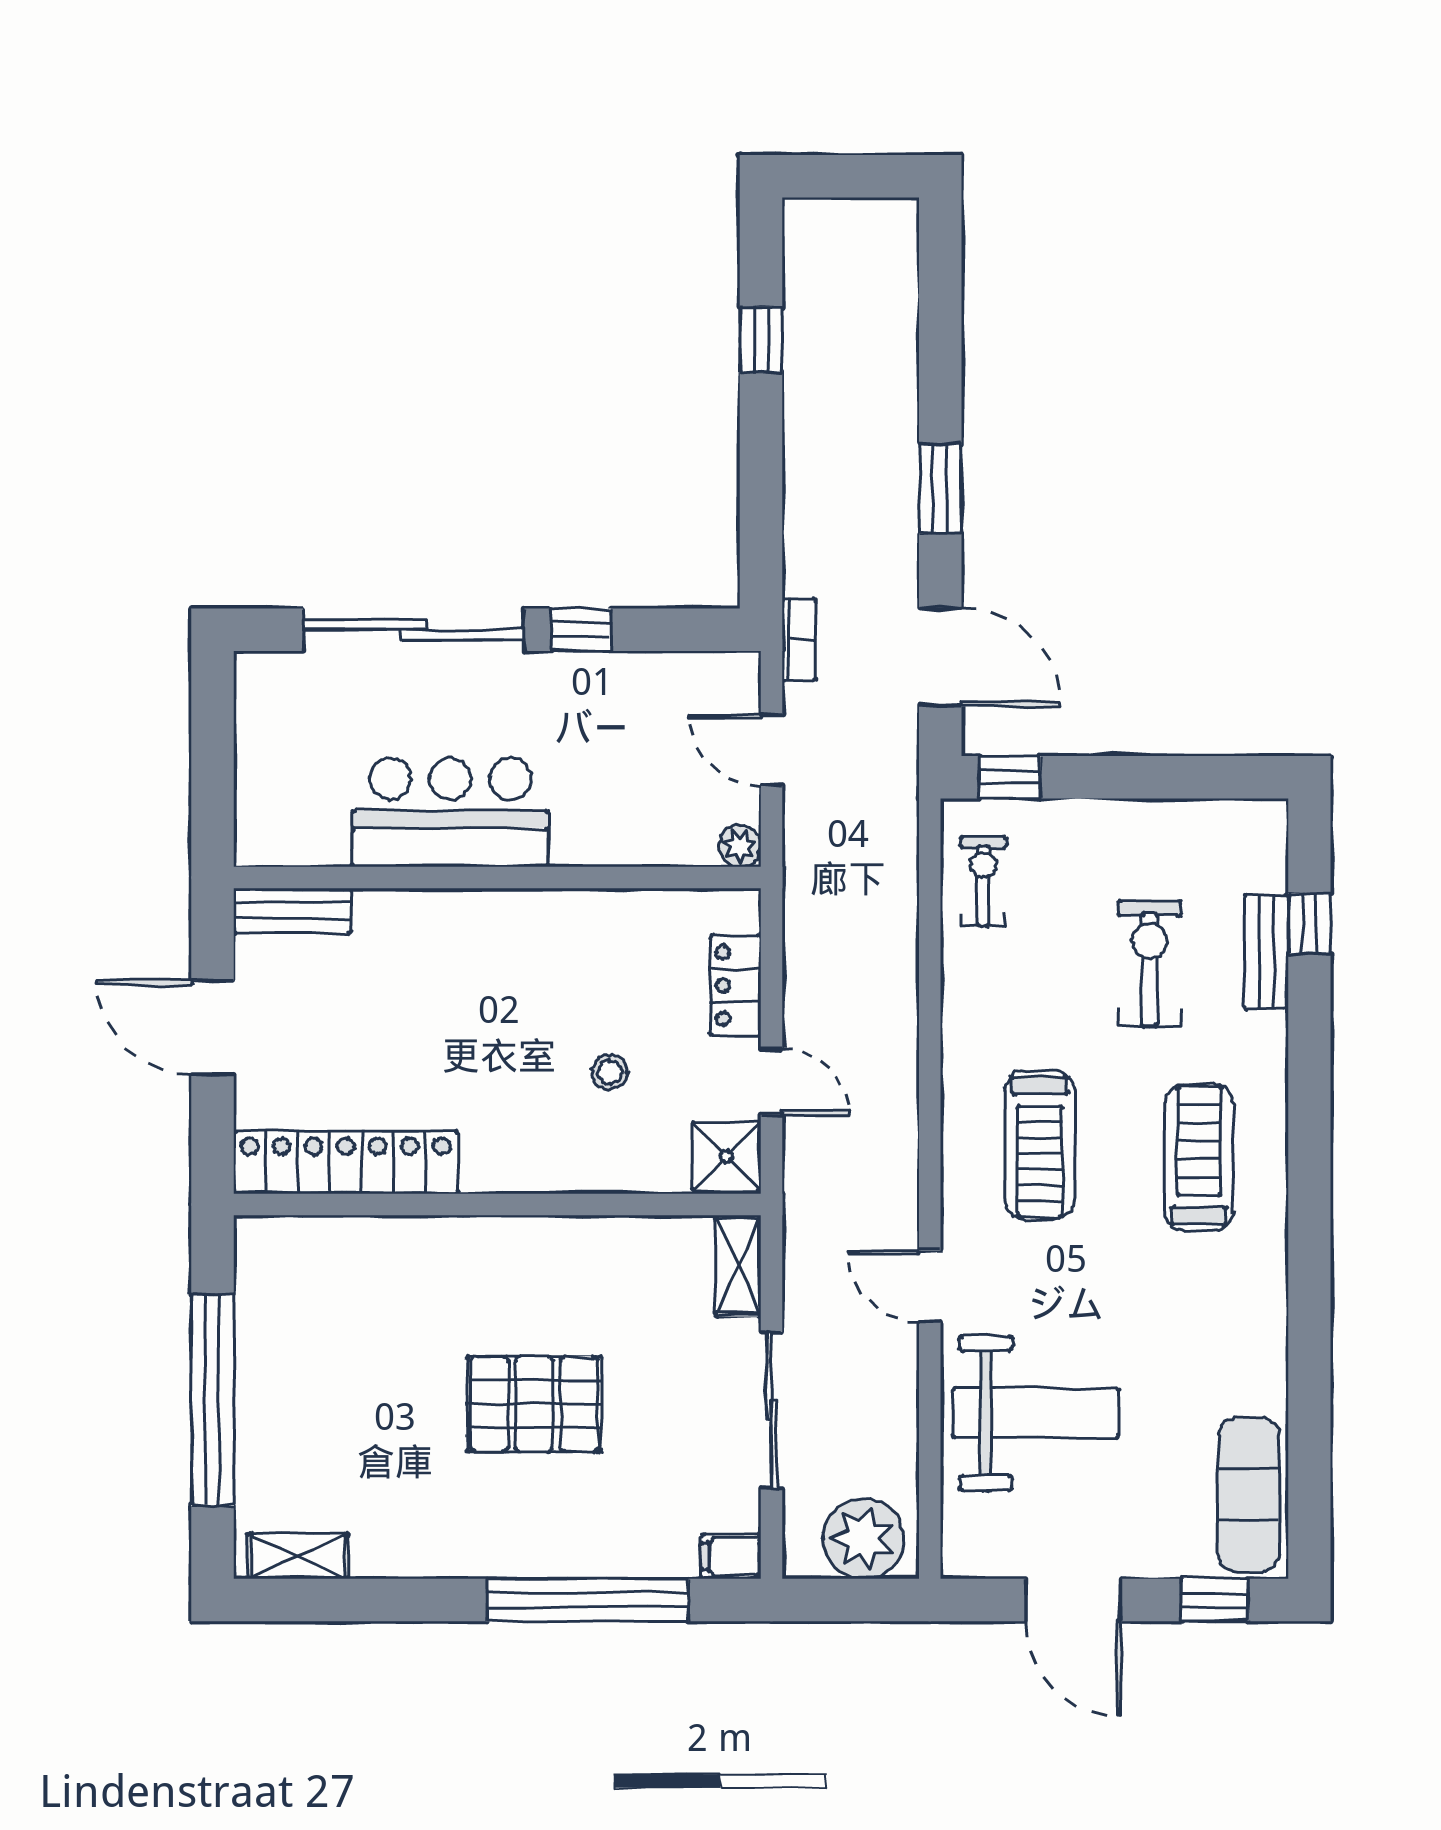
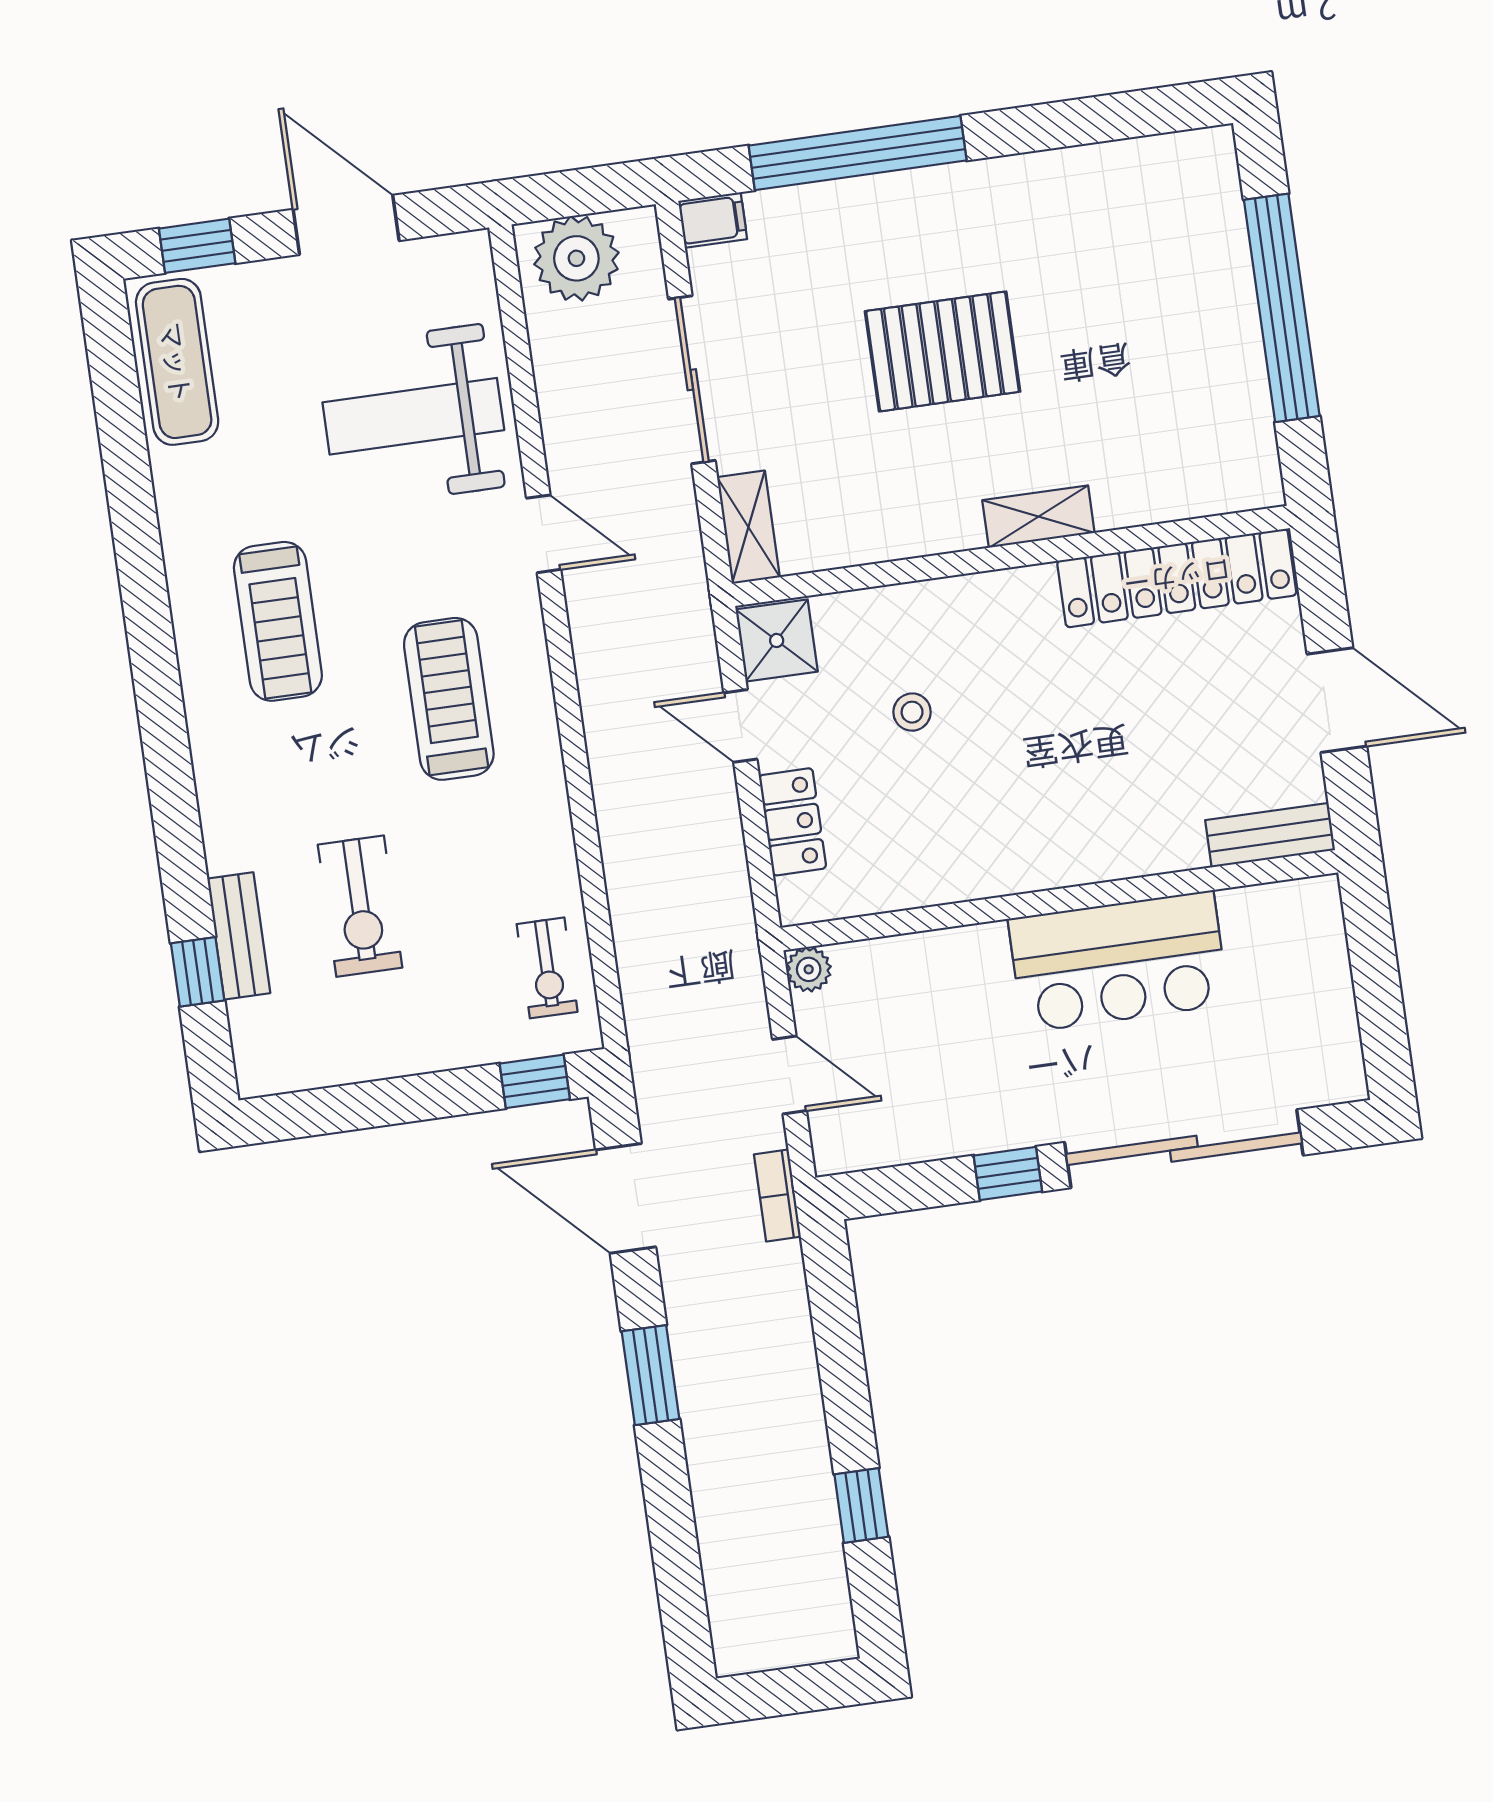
treadmill: (1199, 1157) -> (278, 621), moved
shelving: (298, 1556) -> (1038, 517), moved

